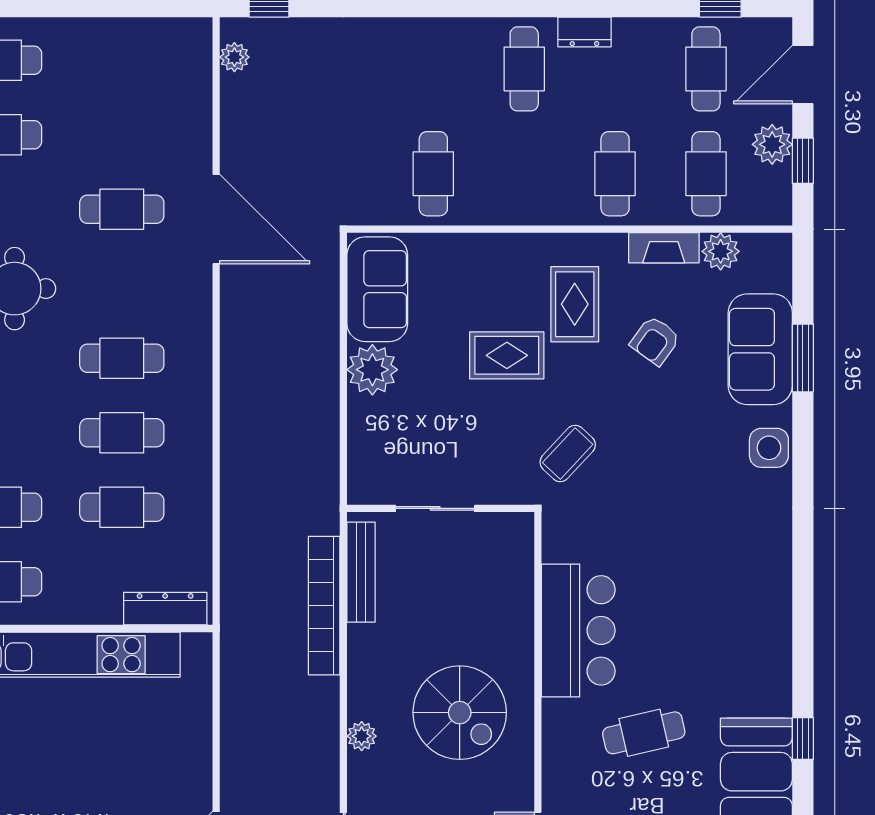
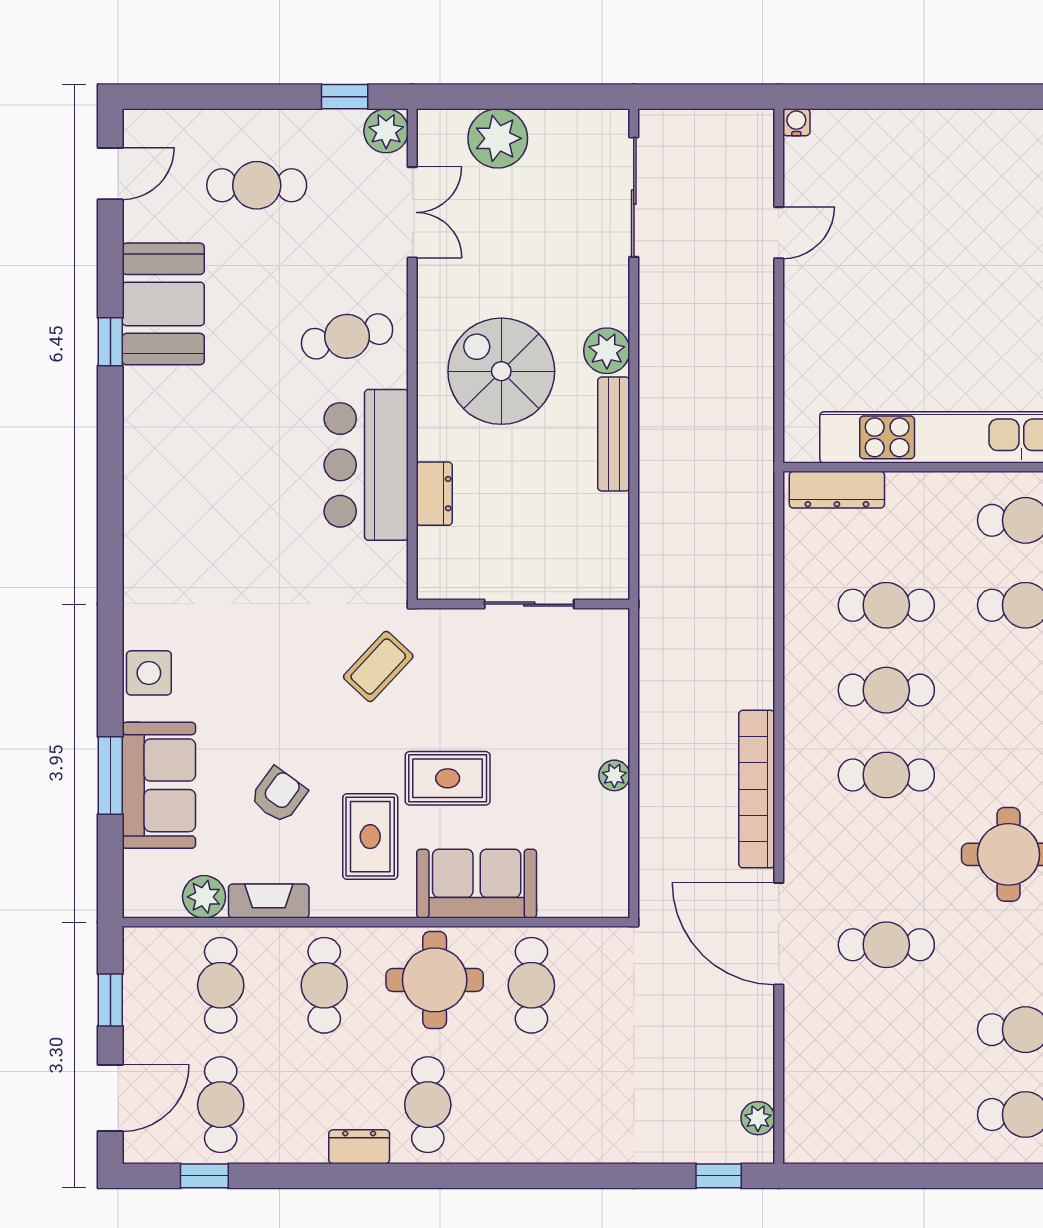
plant: (772, 144) -> (145, 1019), removed
round table: (518, 178) -> (435, 980), added
sofa: (377, 289) -> (477, 884), moved, turned 90
plant: (372, 370) -> (614, 775), width x0.53, depth x0.53
bench: (361, 572) -> (614, 434), moved
dresser: (519, 605) -> (434, 494), added
bookcase: (324, 606) -> (757, 789), moved, turned 180
cafe table: (644, 733) -> (347, 336), moved
plant: (362, 736) -> (607, 351), width x1.38, depth x1.38

